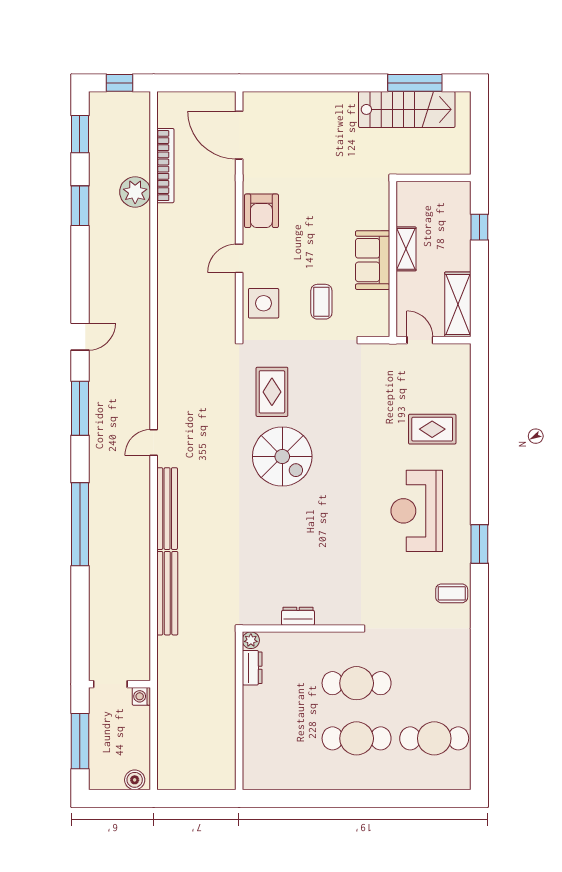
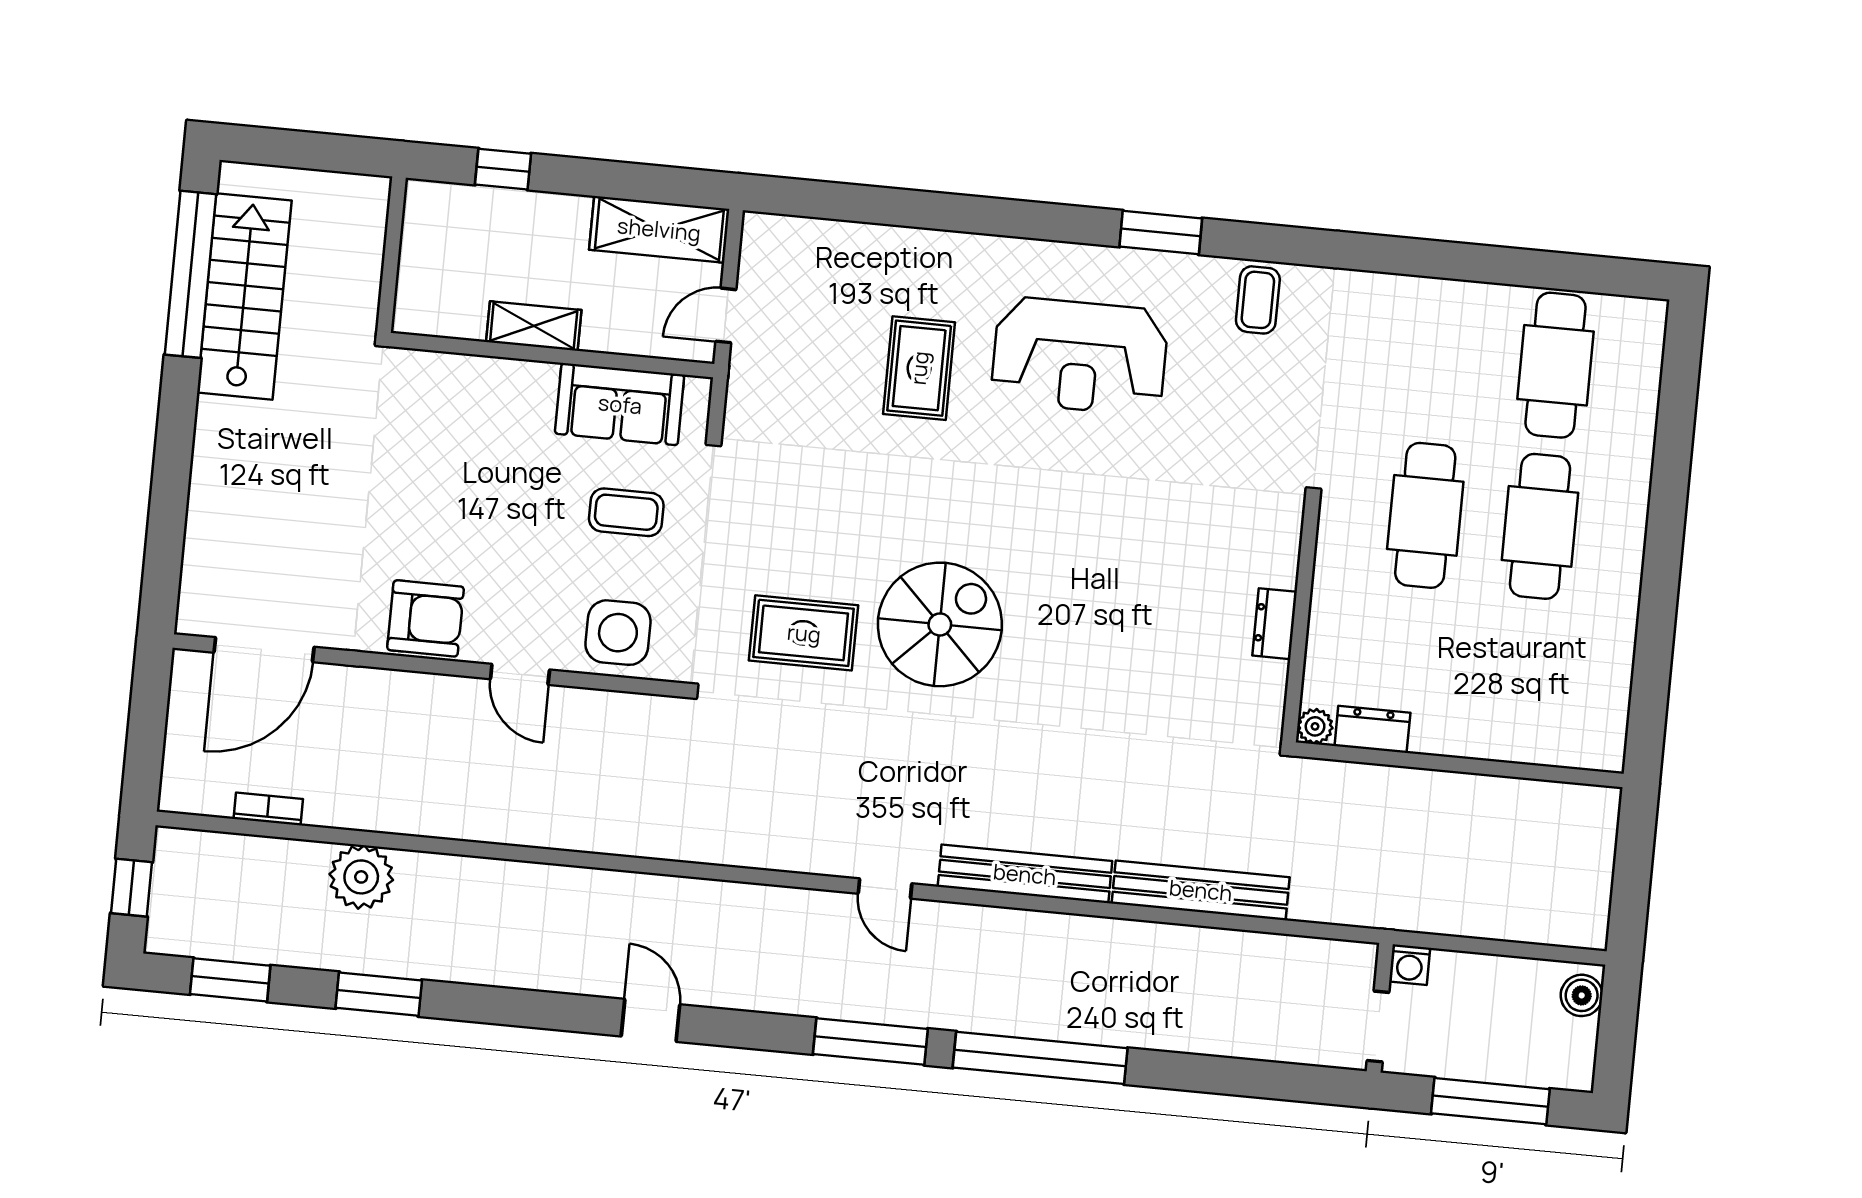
window: (415, 83) -> (191, 274), width x1.46
bookcase: (165, 166) -> (268, 809), width x0.43, depth x0.76
sofa: (373, 260) -> (620, 404), moved
window: (80, 408) -> (870, 1042), moved
rug: (432, 429) -> (919, 368), moved

